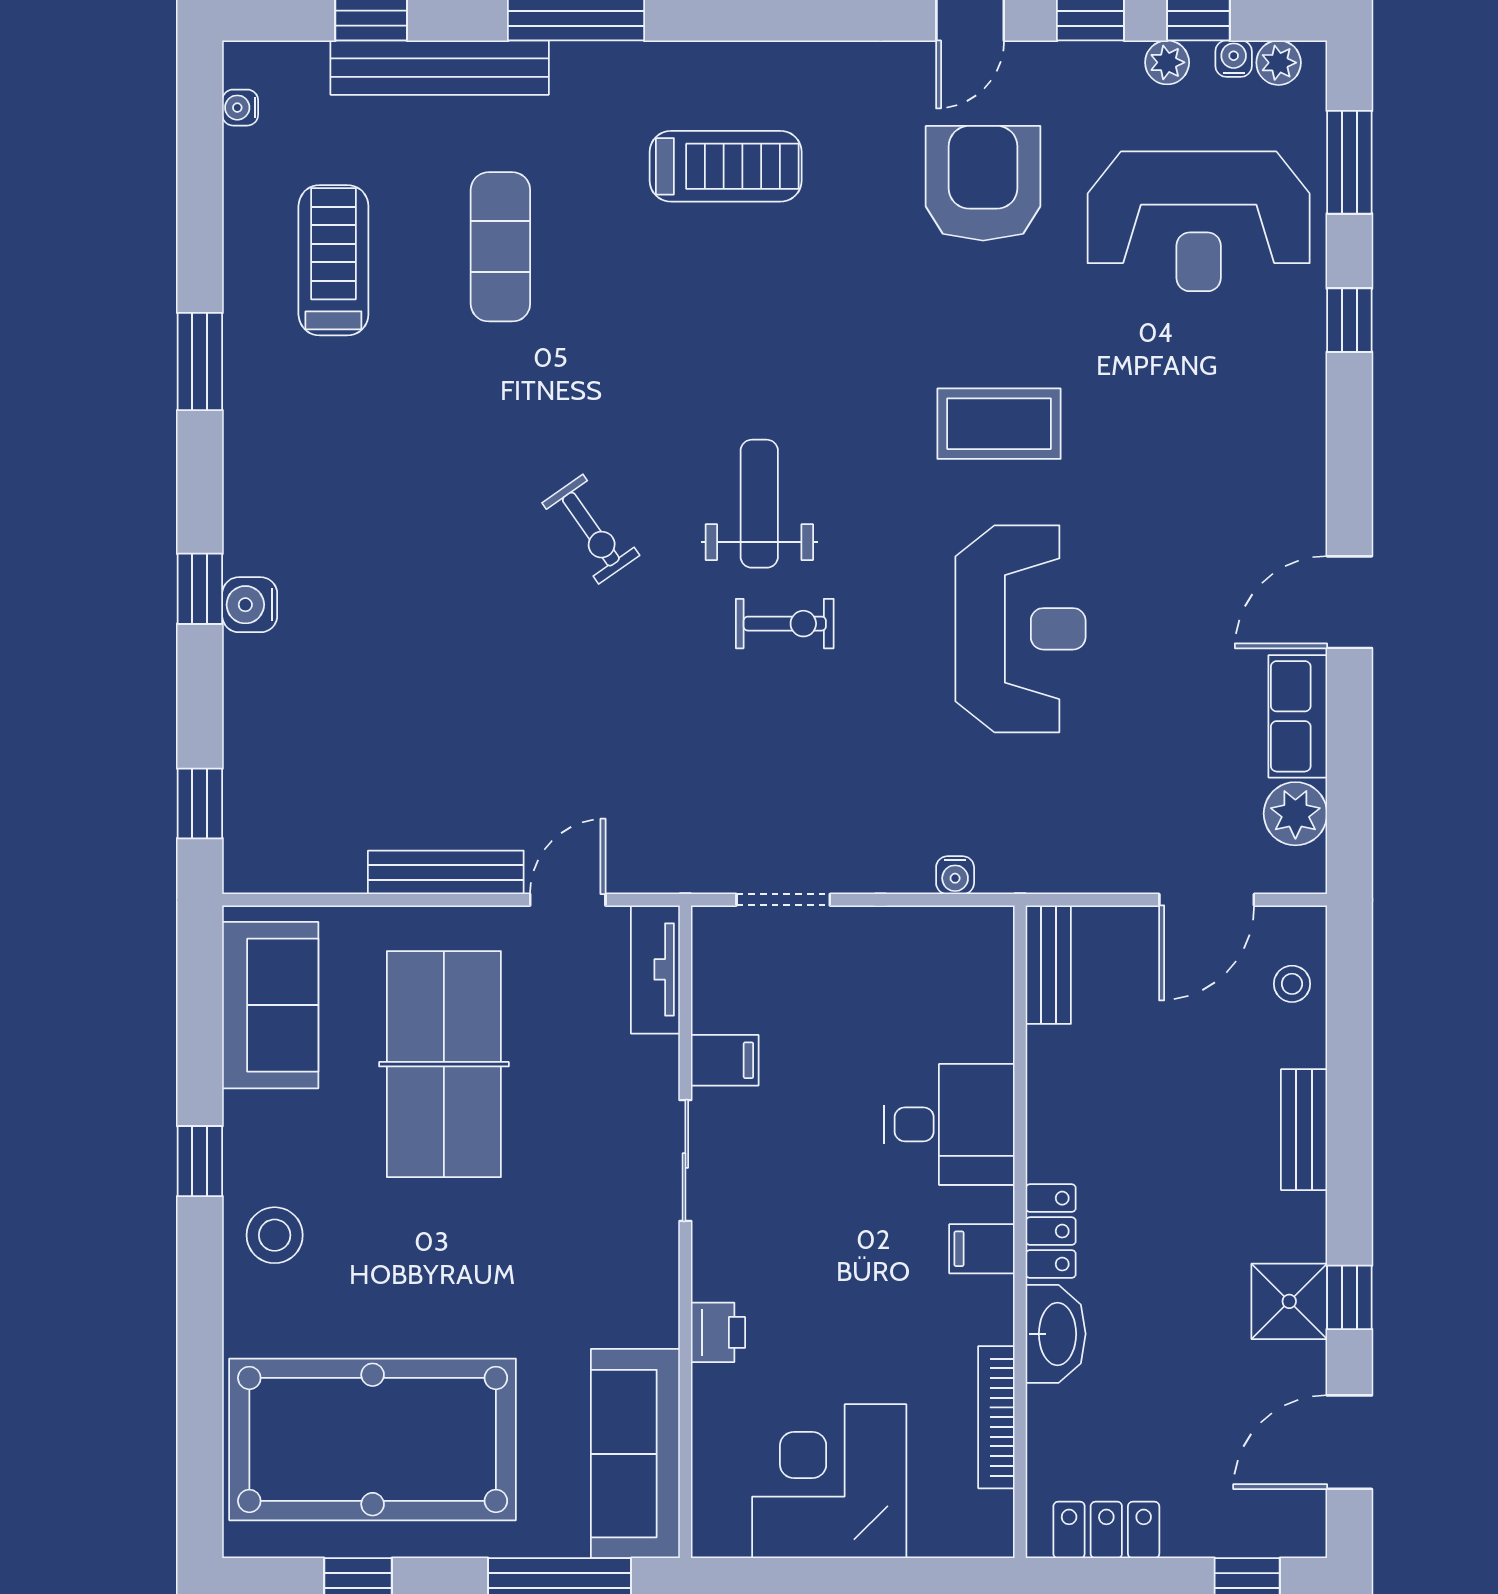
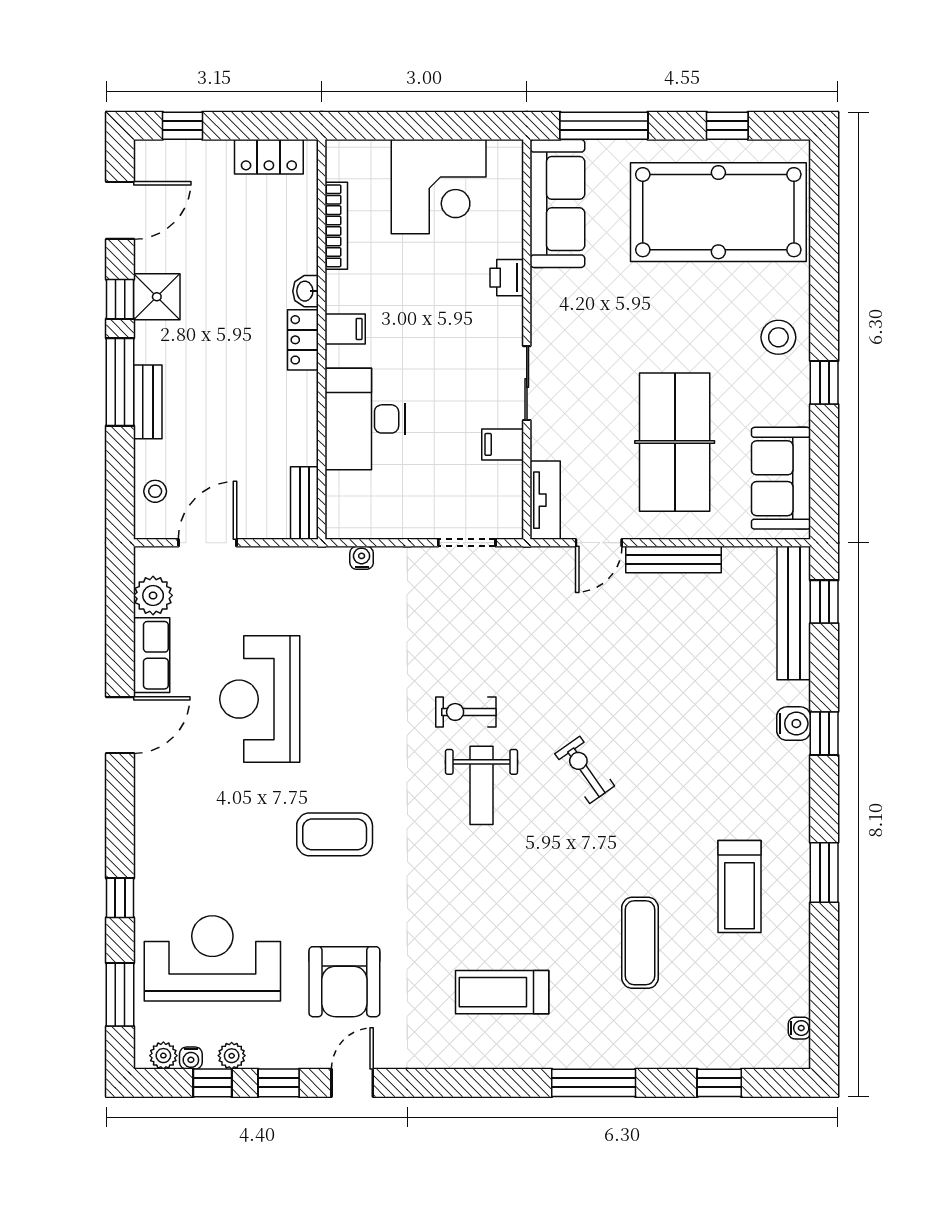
bench: (440, 68) -> (794, 613), moved, turned 90
treadmill: (333, 260) -> (740, 887), moved
reception desk: (1020, 629) -> (260, 699), moved
desk: (949, 1124) -> (365, 419), width x1.37
window: (1349, 1162) -> (120, 382), added
washbasin: (1056, 1334) -> (306, 291), width x0.52, depth x0.69

